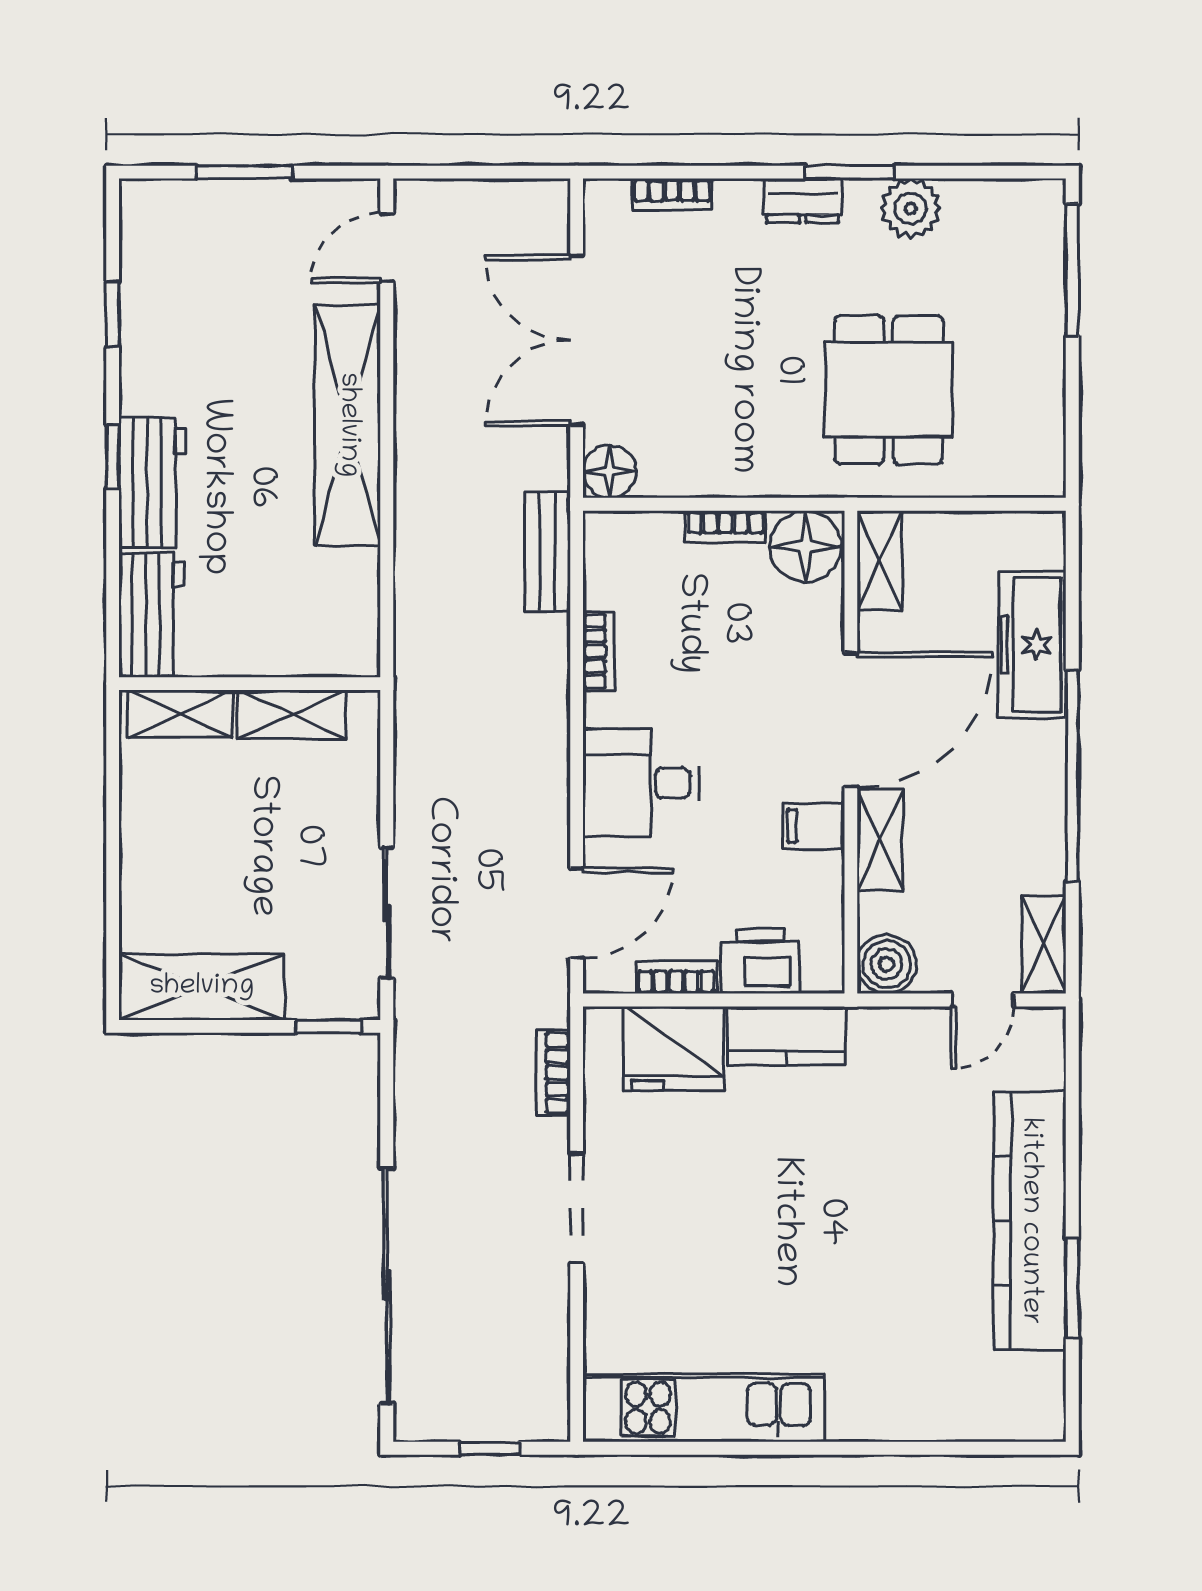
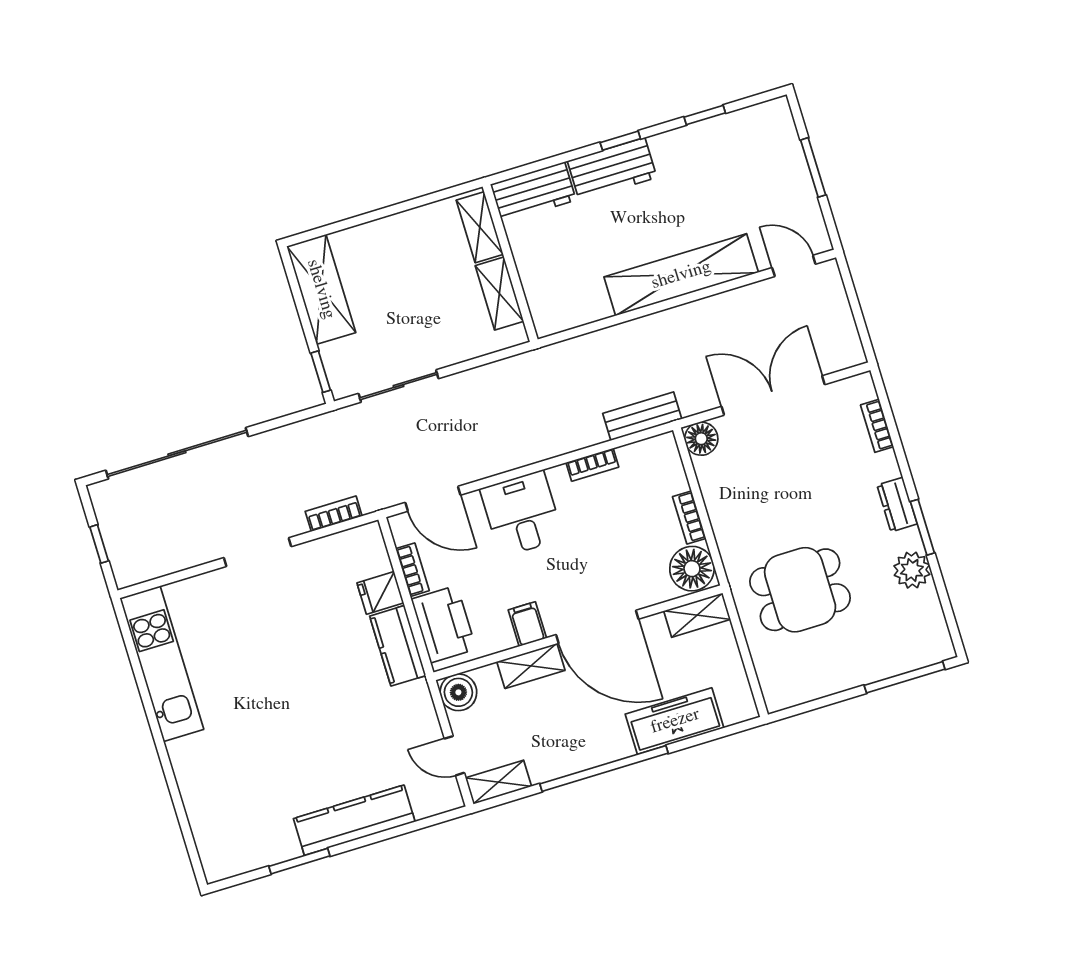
printer: (760, 961) -> (444, 624), width x1.37, depth x1.19
fridge: (674, 1049) -> (380, 593), width x0.53, depth x0.75
kitchen counter: (1030, 1221) -> (354, 820), width x0.72, depth x0.86

